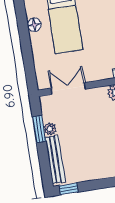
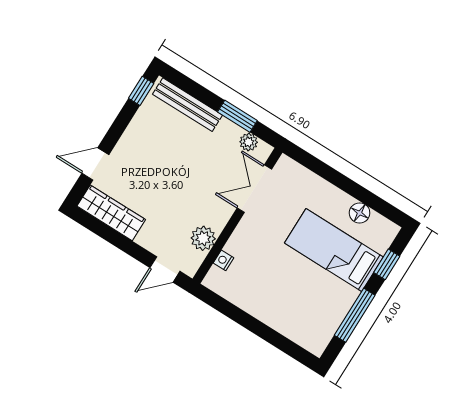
double door: (68, 89) -> (254, 189), swing flipped
plant: (50, 129) -> (249, 142), moved

